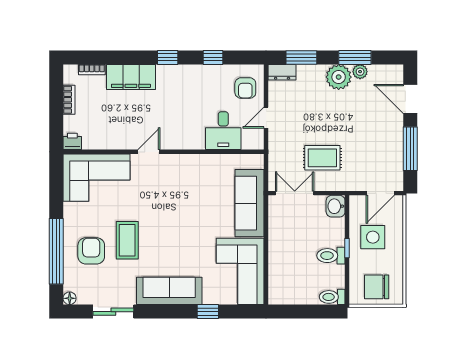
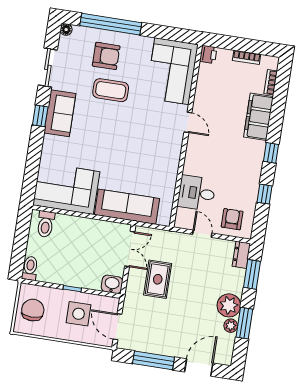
armchair: (245, 88) -> (232, 219), turned 90
toilet: (331, 256) -> (46, 224), moved, turned 180
sofa: (169, 291) -> (60, 113), width x0.73
window: (208, 312) -> (40, 116), moved

